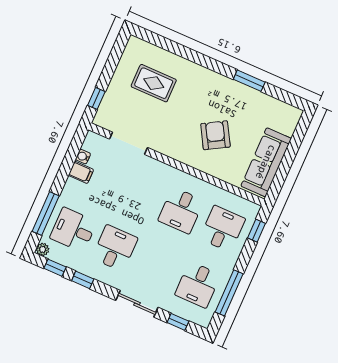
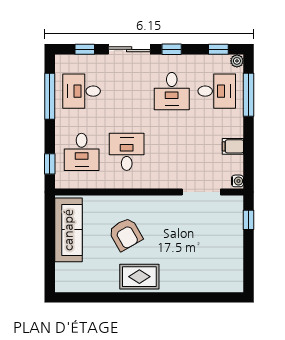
window: (249, 81) -> (117, 297), removed
rug: (154, 83) -> (139, 277), moved
water cooler: (83, 157) -> (238, 181), moved
window: (83, 280) -> (172, 49), moved
desk: (198, 285) -> (82, 91), turned -90

